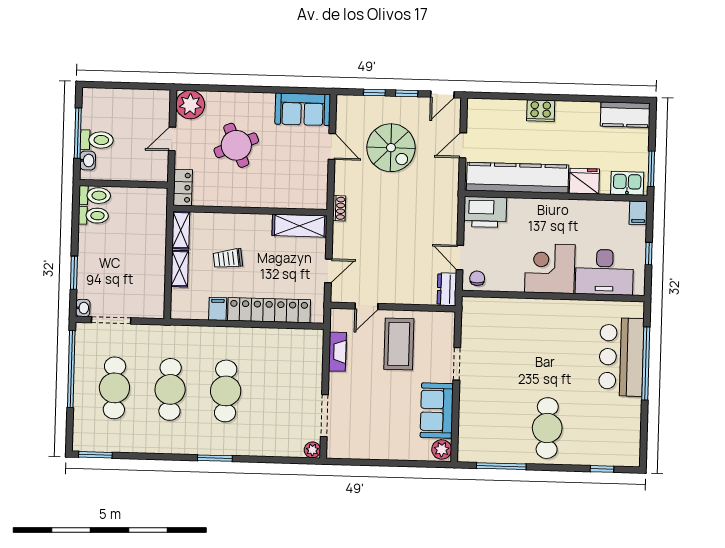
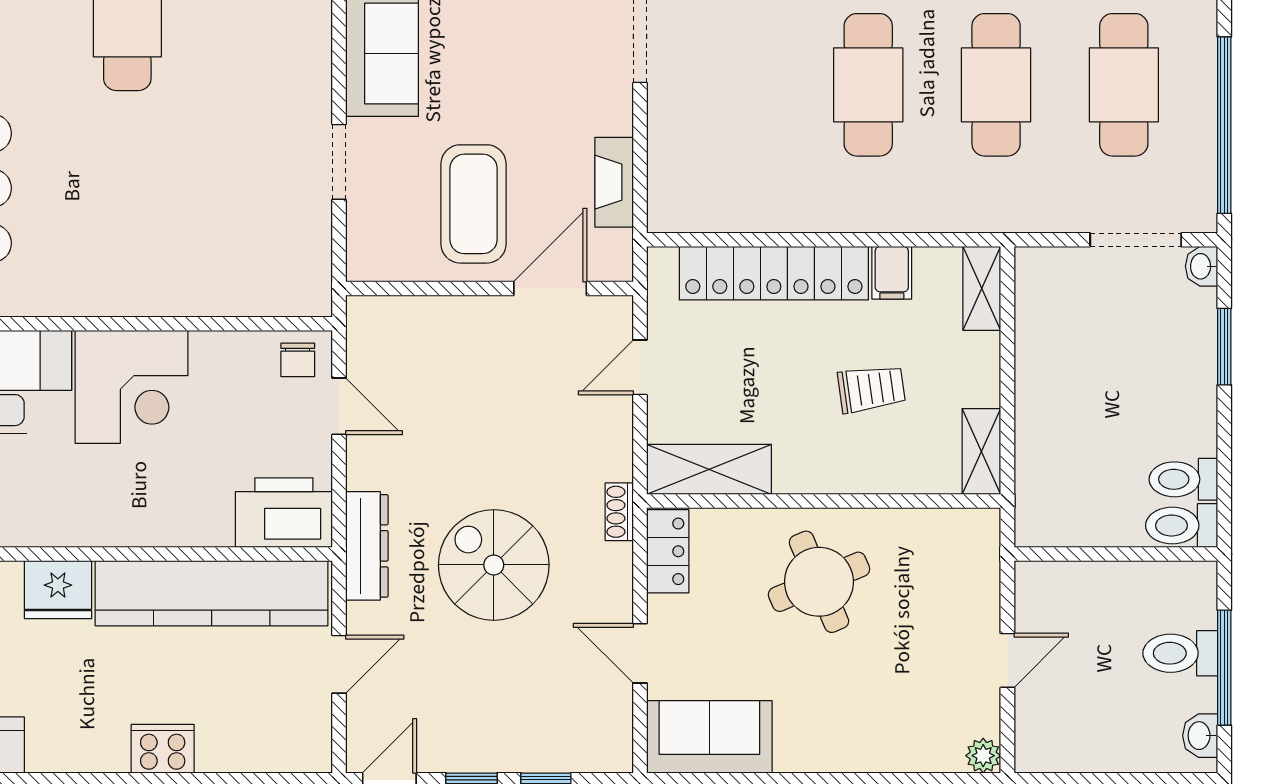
plant: (190, 105) -> (983, 756), width x0.53, depth x0.53
round table: (236, 145) -> (819, 582), moved
spiral stairs: (391, 148) -> (494, 565), moved
washbasin: (88, 161) -> (1200, 736), moved
locker: (183, 188) -> (668, 551), moved, turned 180
shelving: (180, 269) -> (982, 288), moved
dresser: (447, 289) -> (367, 546), moved, width x1.44
door: (366, 306) -> (550, 288), width x1.38

